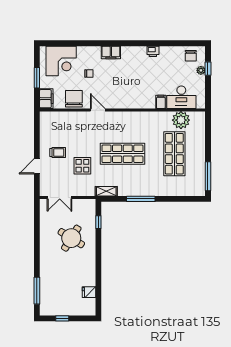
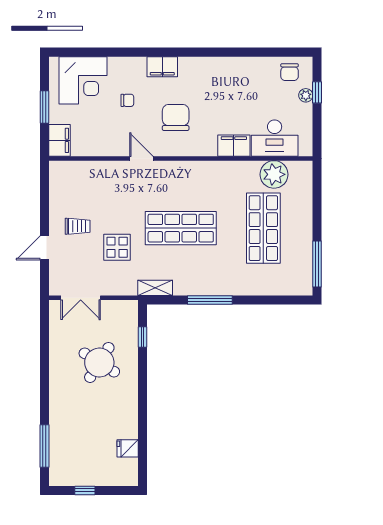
printer: (153, 51) -> (229, 65), removed
chair: (74, 99) -> (176, 117), moved
filing cabinet: (161, 102) -> (234, 146), width x2.00

